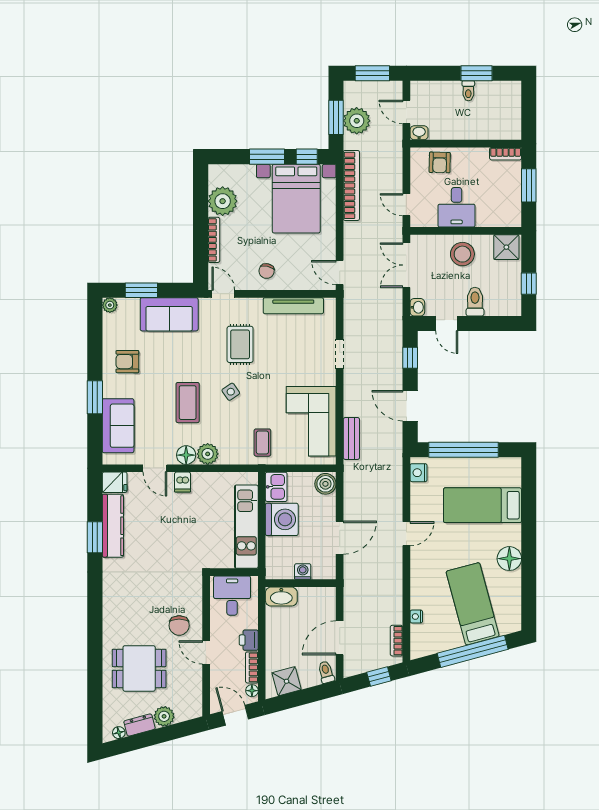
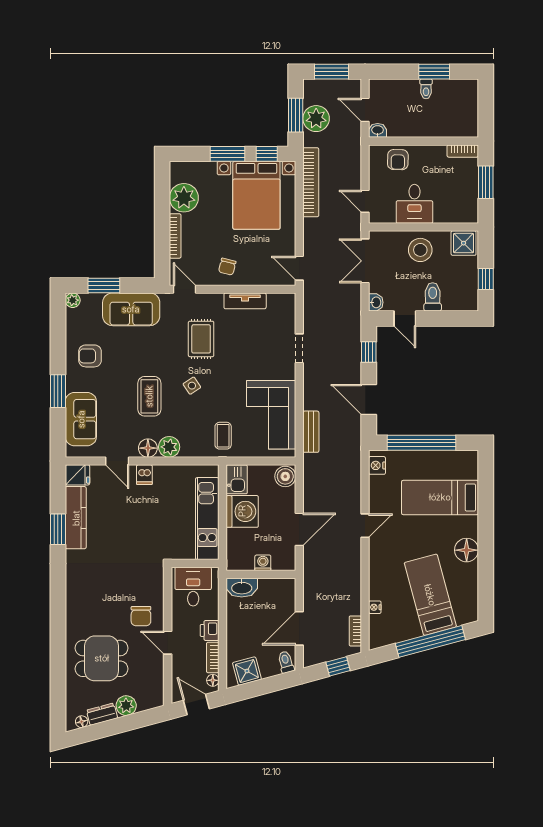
tv unit: (293, 306) -> (245, 301), width x0.71

